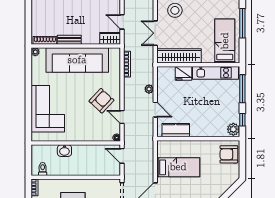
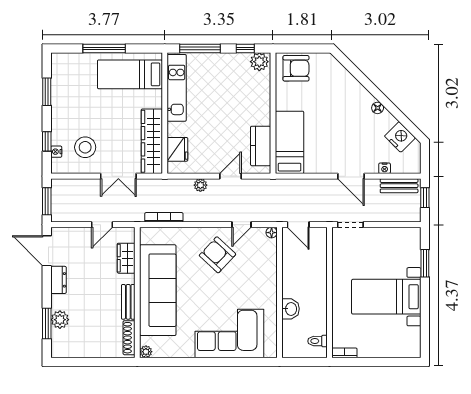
wardrobe: (110, 38) -> (126, 258), moved
fridge: (183, 73) -> (177, 149), moved
armchair: (229, 154) -> (296, 68), turned -90
door: (122, 156) -> (298, 225), hinge flipped
bed: (178, 167) -> (290, 142), moved

